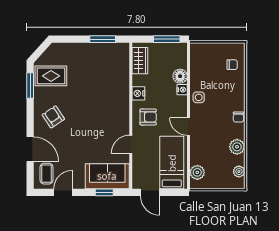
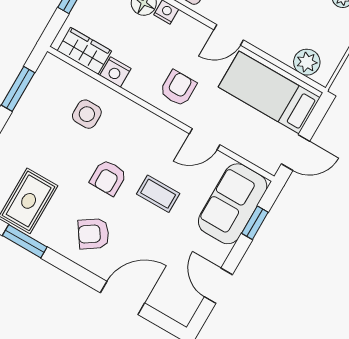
side table: (110, 80) -> (87, 114), added
nightstand: (138, 93) -> (115, 72), moved
armchair: (85, 108) -> (108, 177), added
door: (131, 144) -> (205, 139), hinge flipped
coffee table: (46, 174) -> (158, 194), moved

